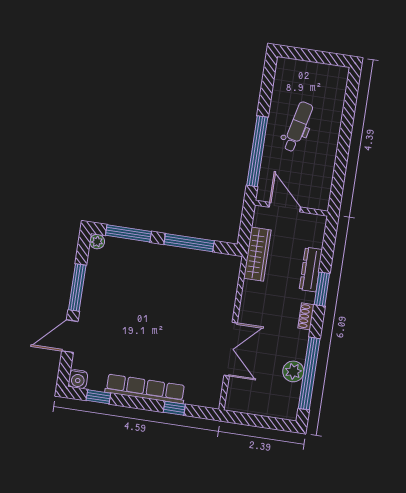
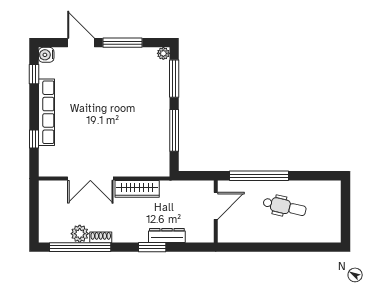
wardrobe: (257, 254) -> (137, 189), moved
shoe rack: (306, 316) -> (101, 237), moved

